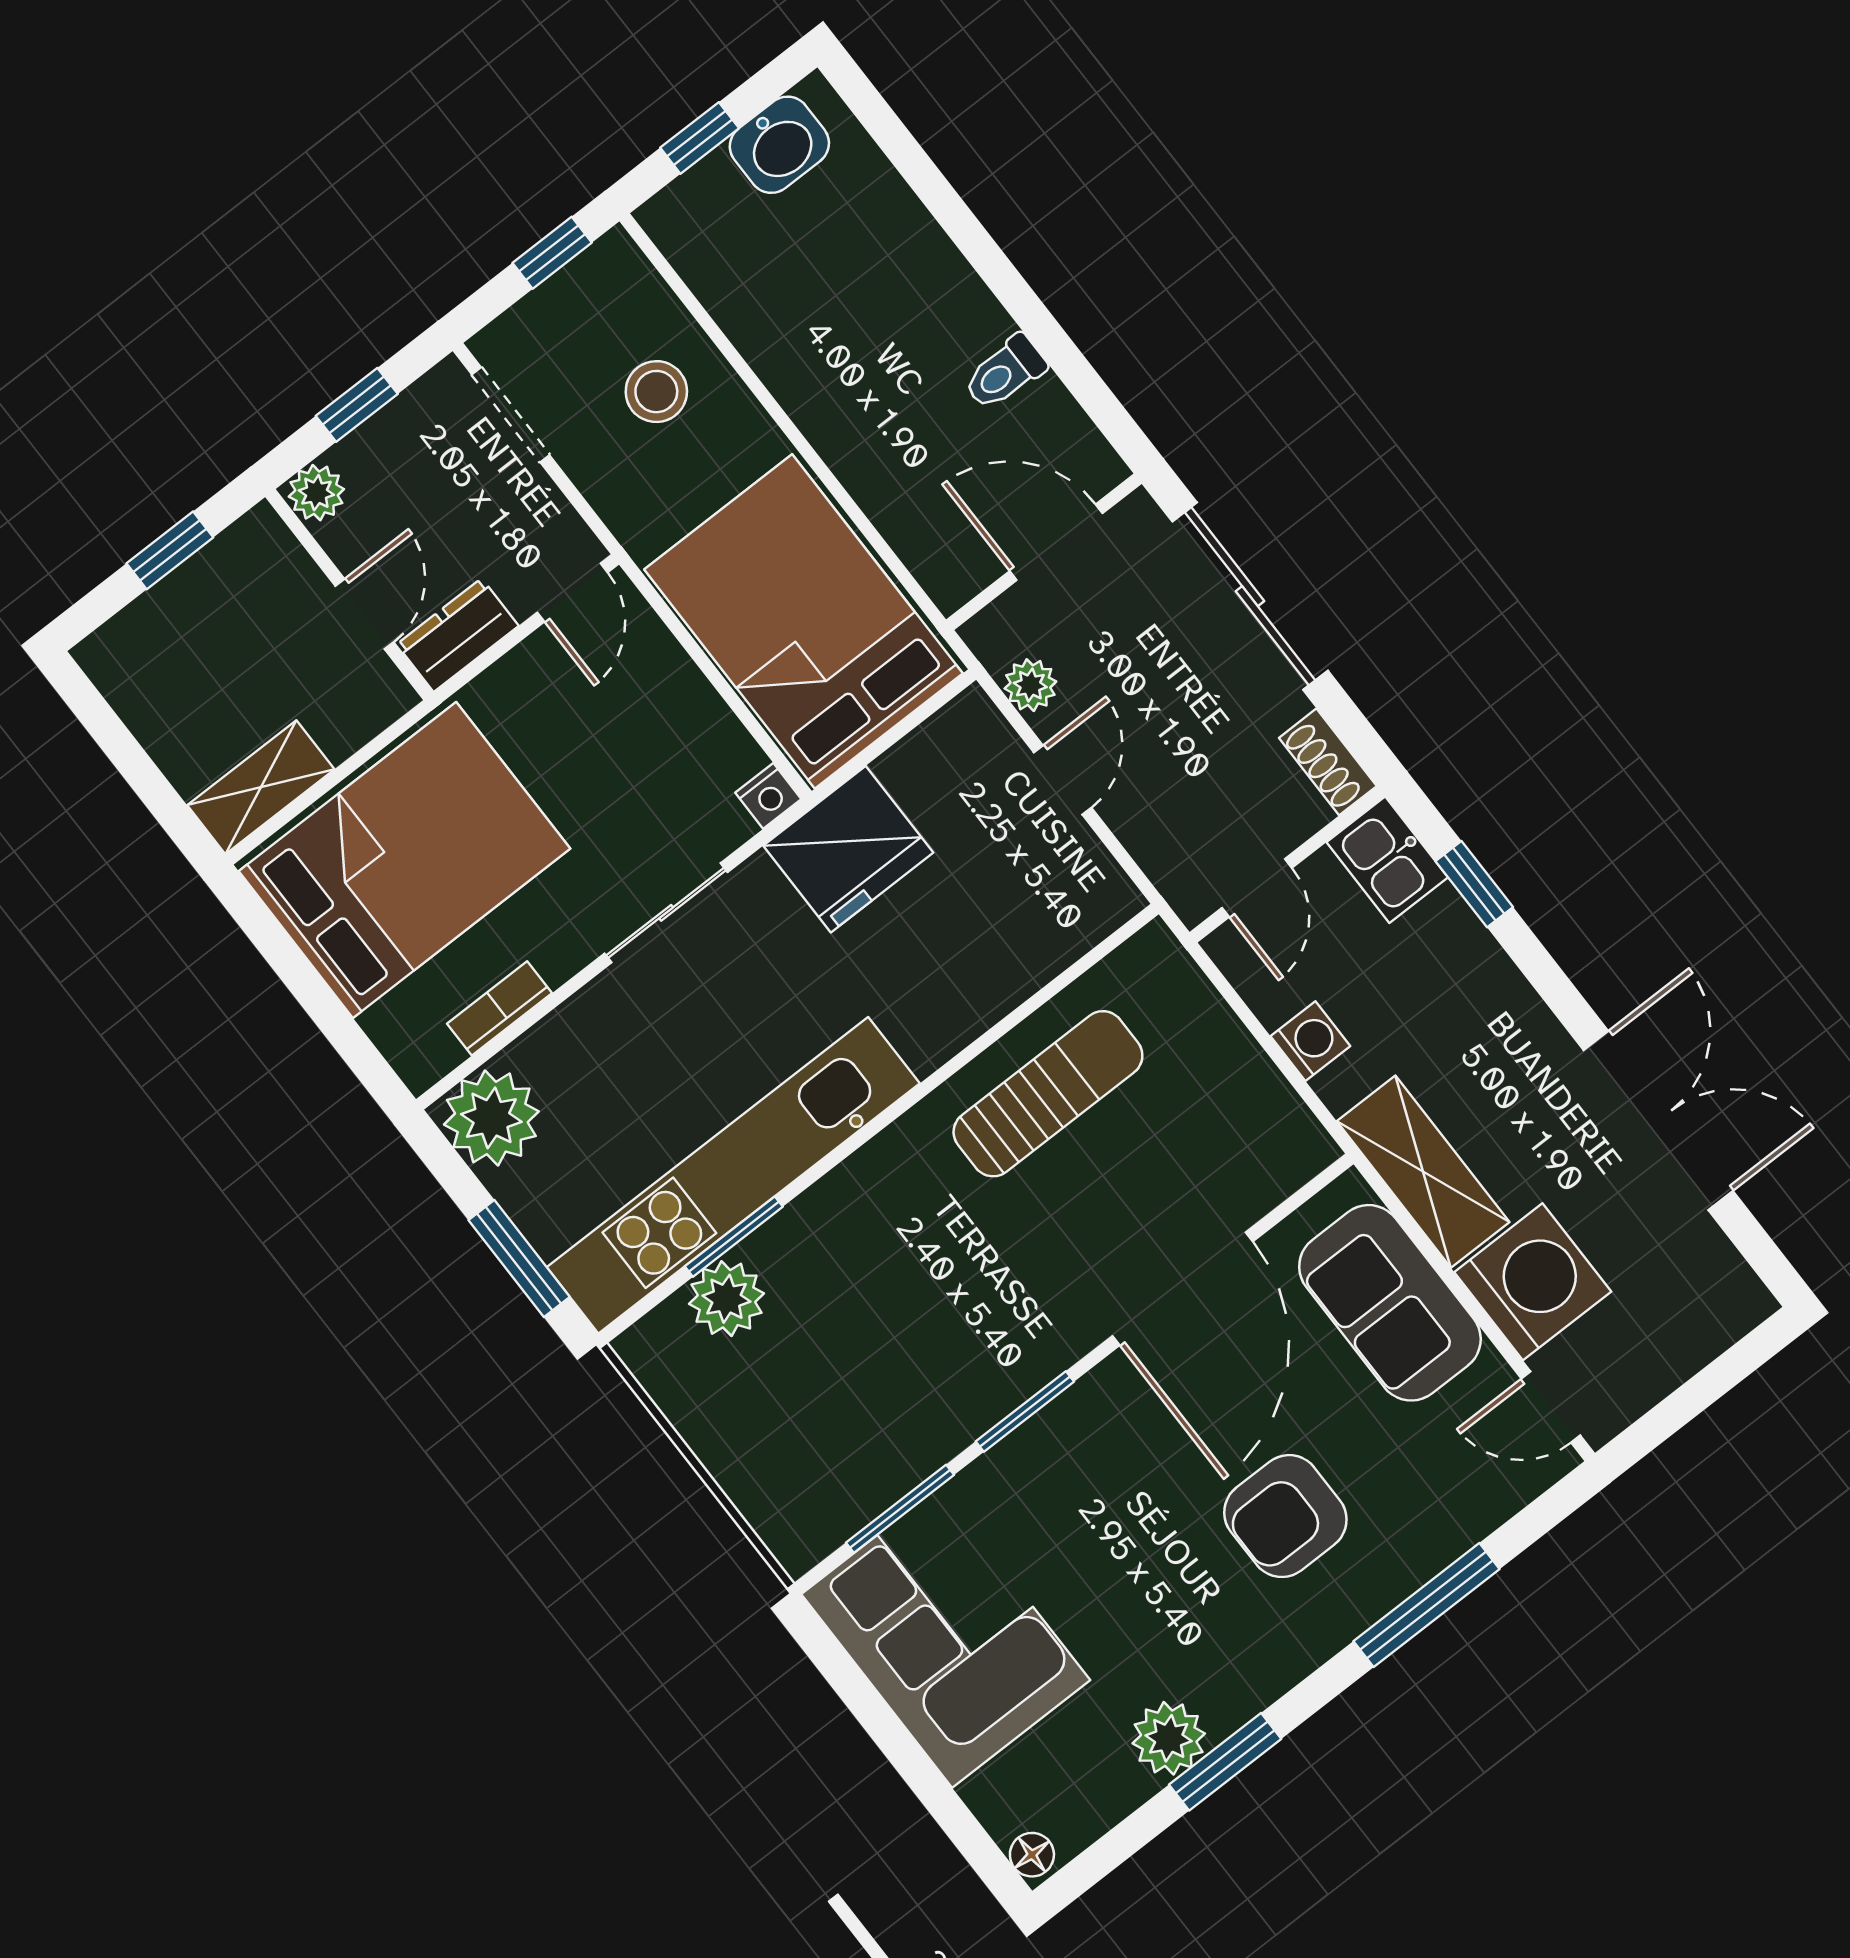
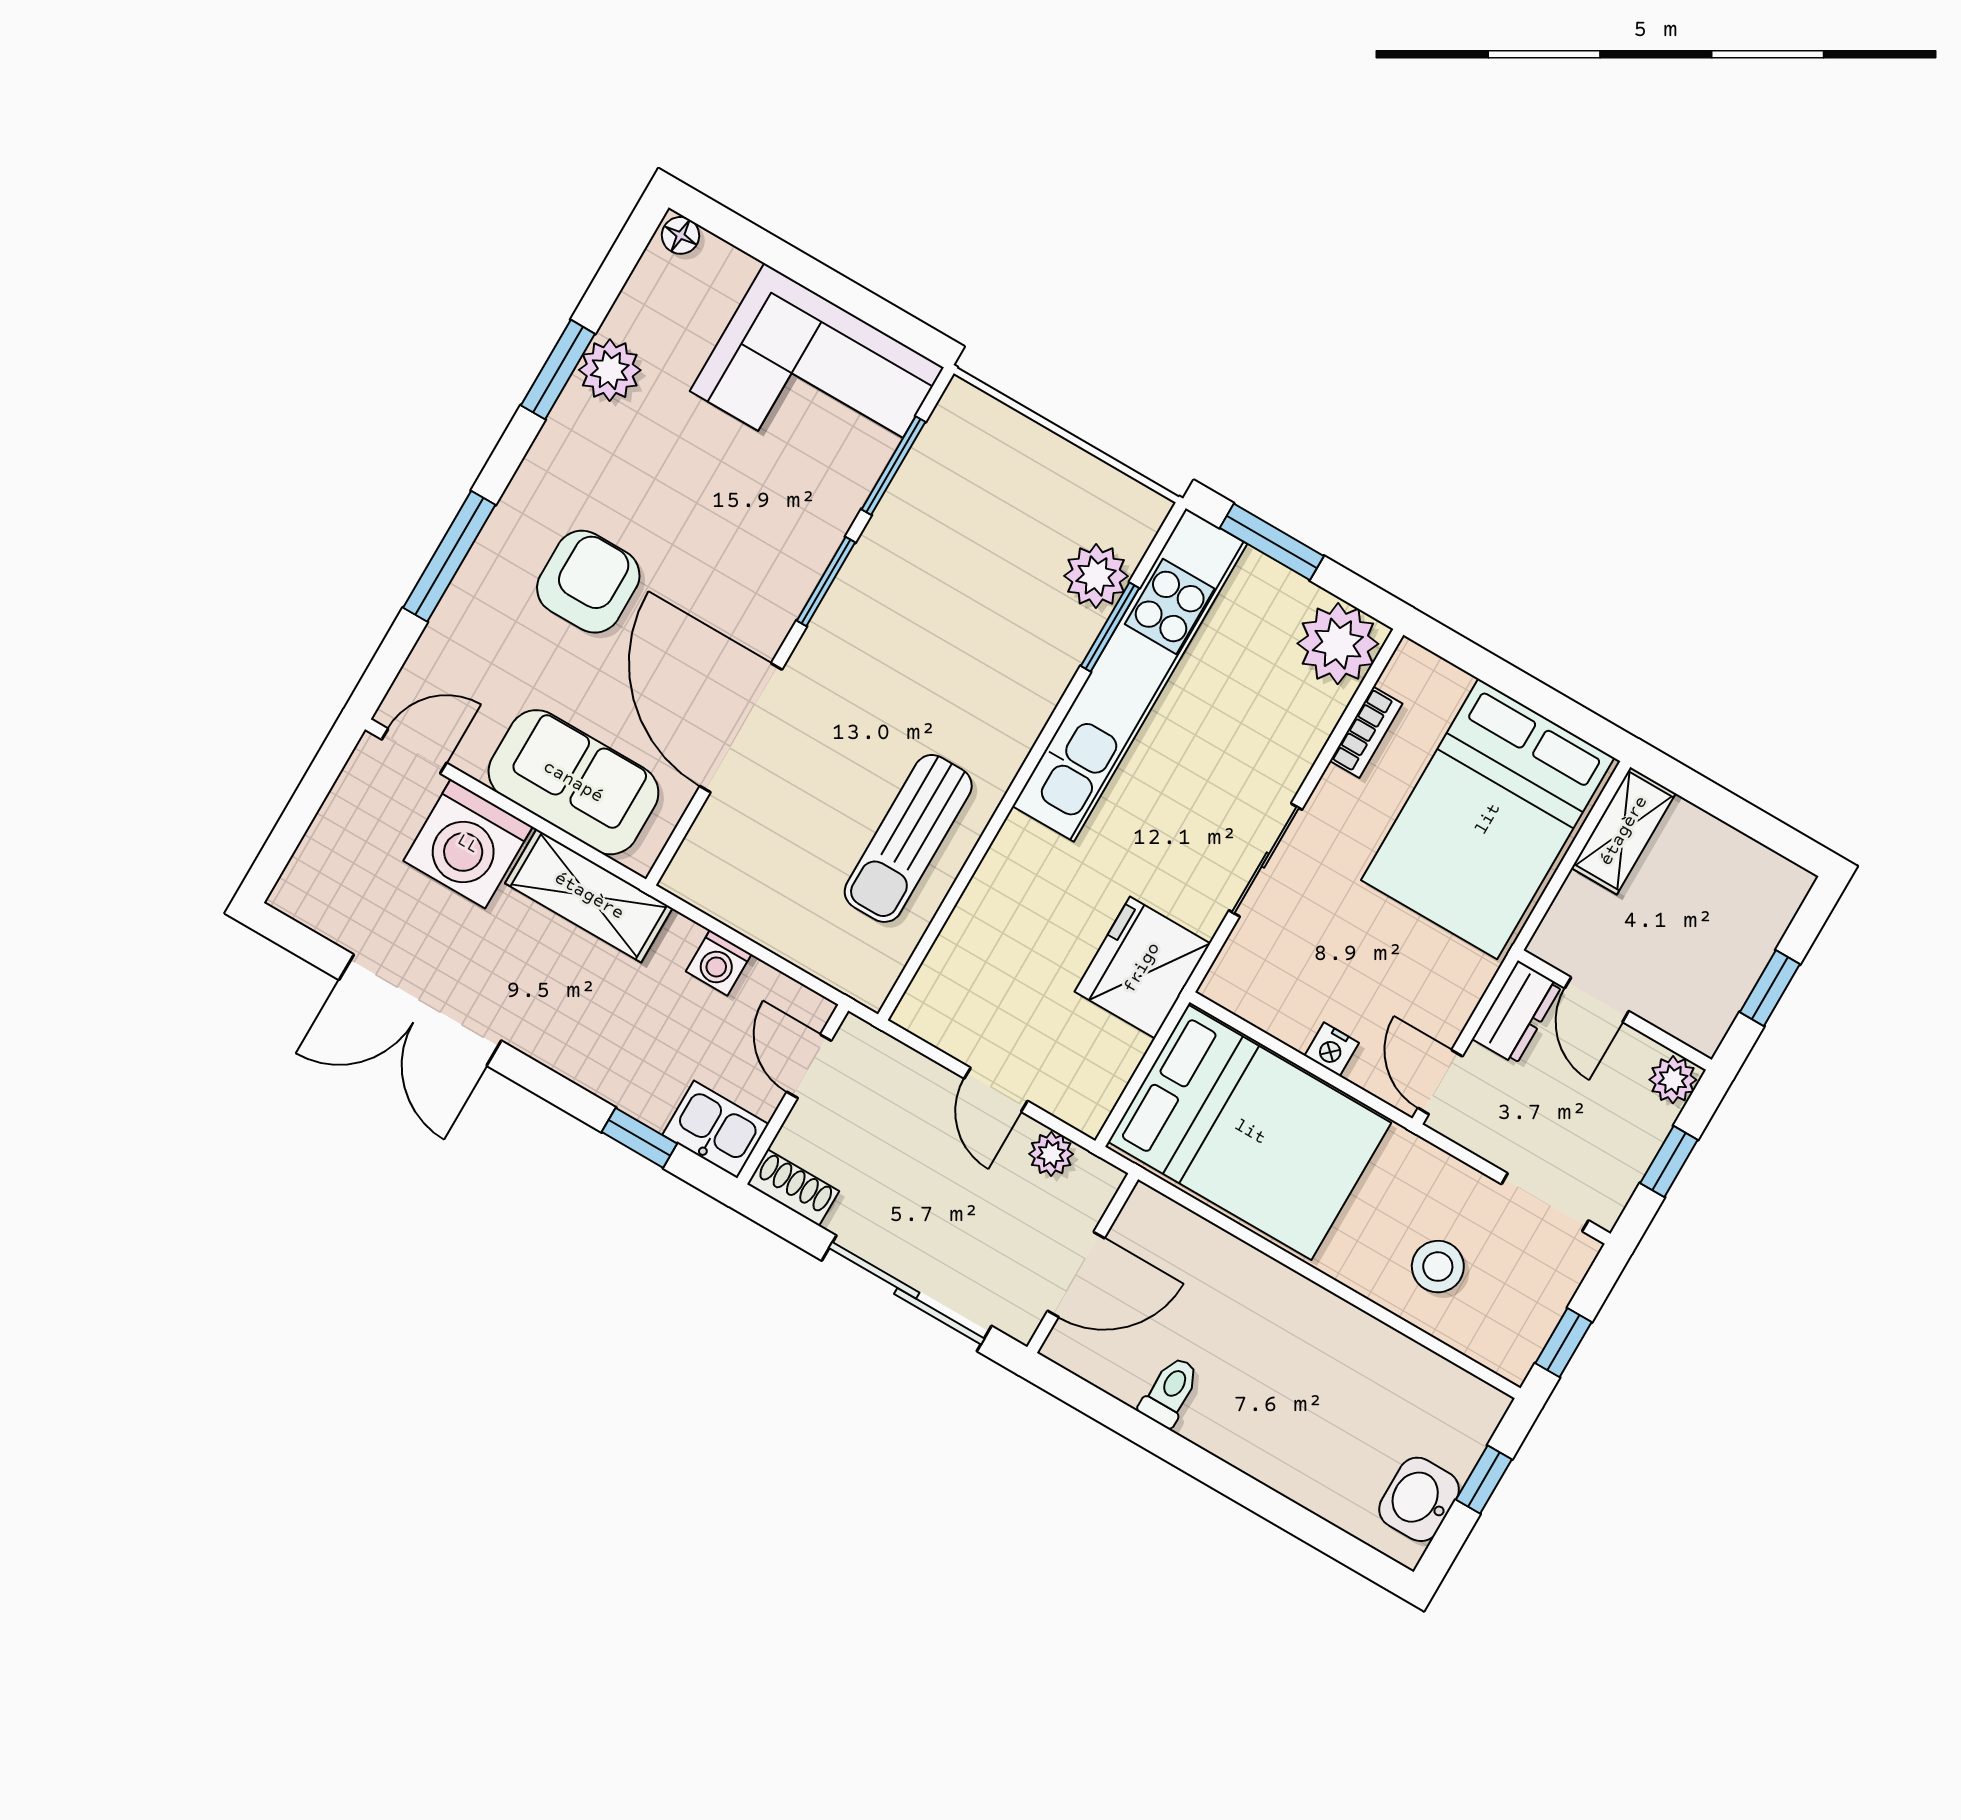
nightstand: (768, 796) -> (1332, 1049), moved, turned -90

